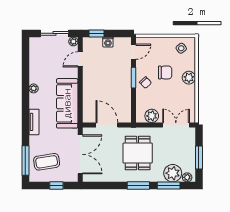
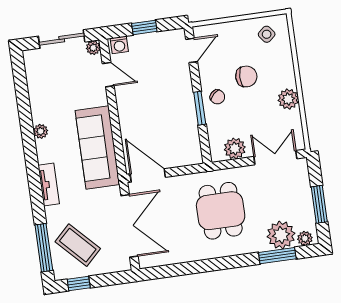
window: (96, 33) -> (144, 27), moved
washing machine: (108, 42) -> (119, 45), moved
door: (80, 59) -> (108, 75), swing flipped
window: (134, 78) -> (200, 108), moved
plant: (189, 78) -> (288, 99), moved
door: (107, 125) -> (148, 175), moved
coffee table: (47, 162) -> (78, 245), turned 55
window: (56, 186) -> (79, 284), moved
window: (138, 186) -> (229, 262), removed

